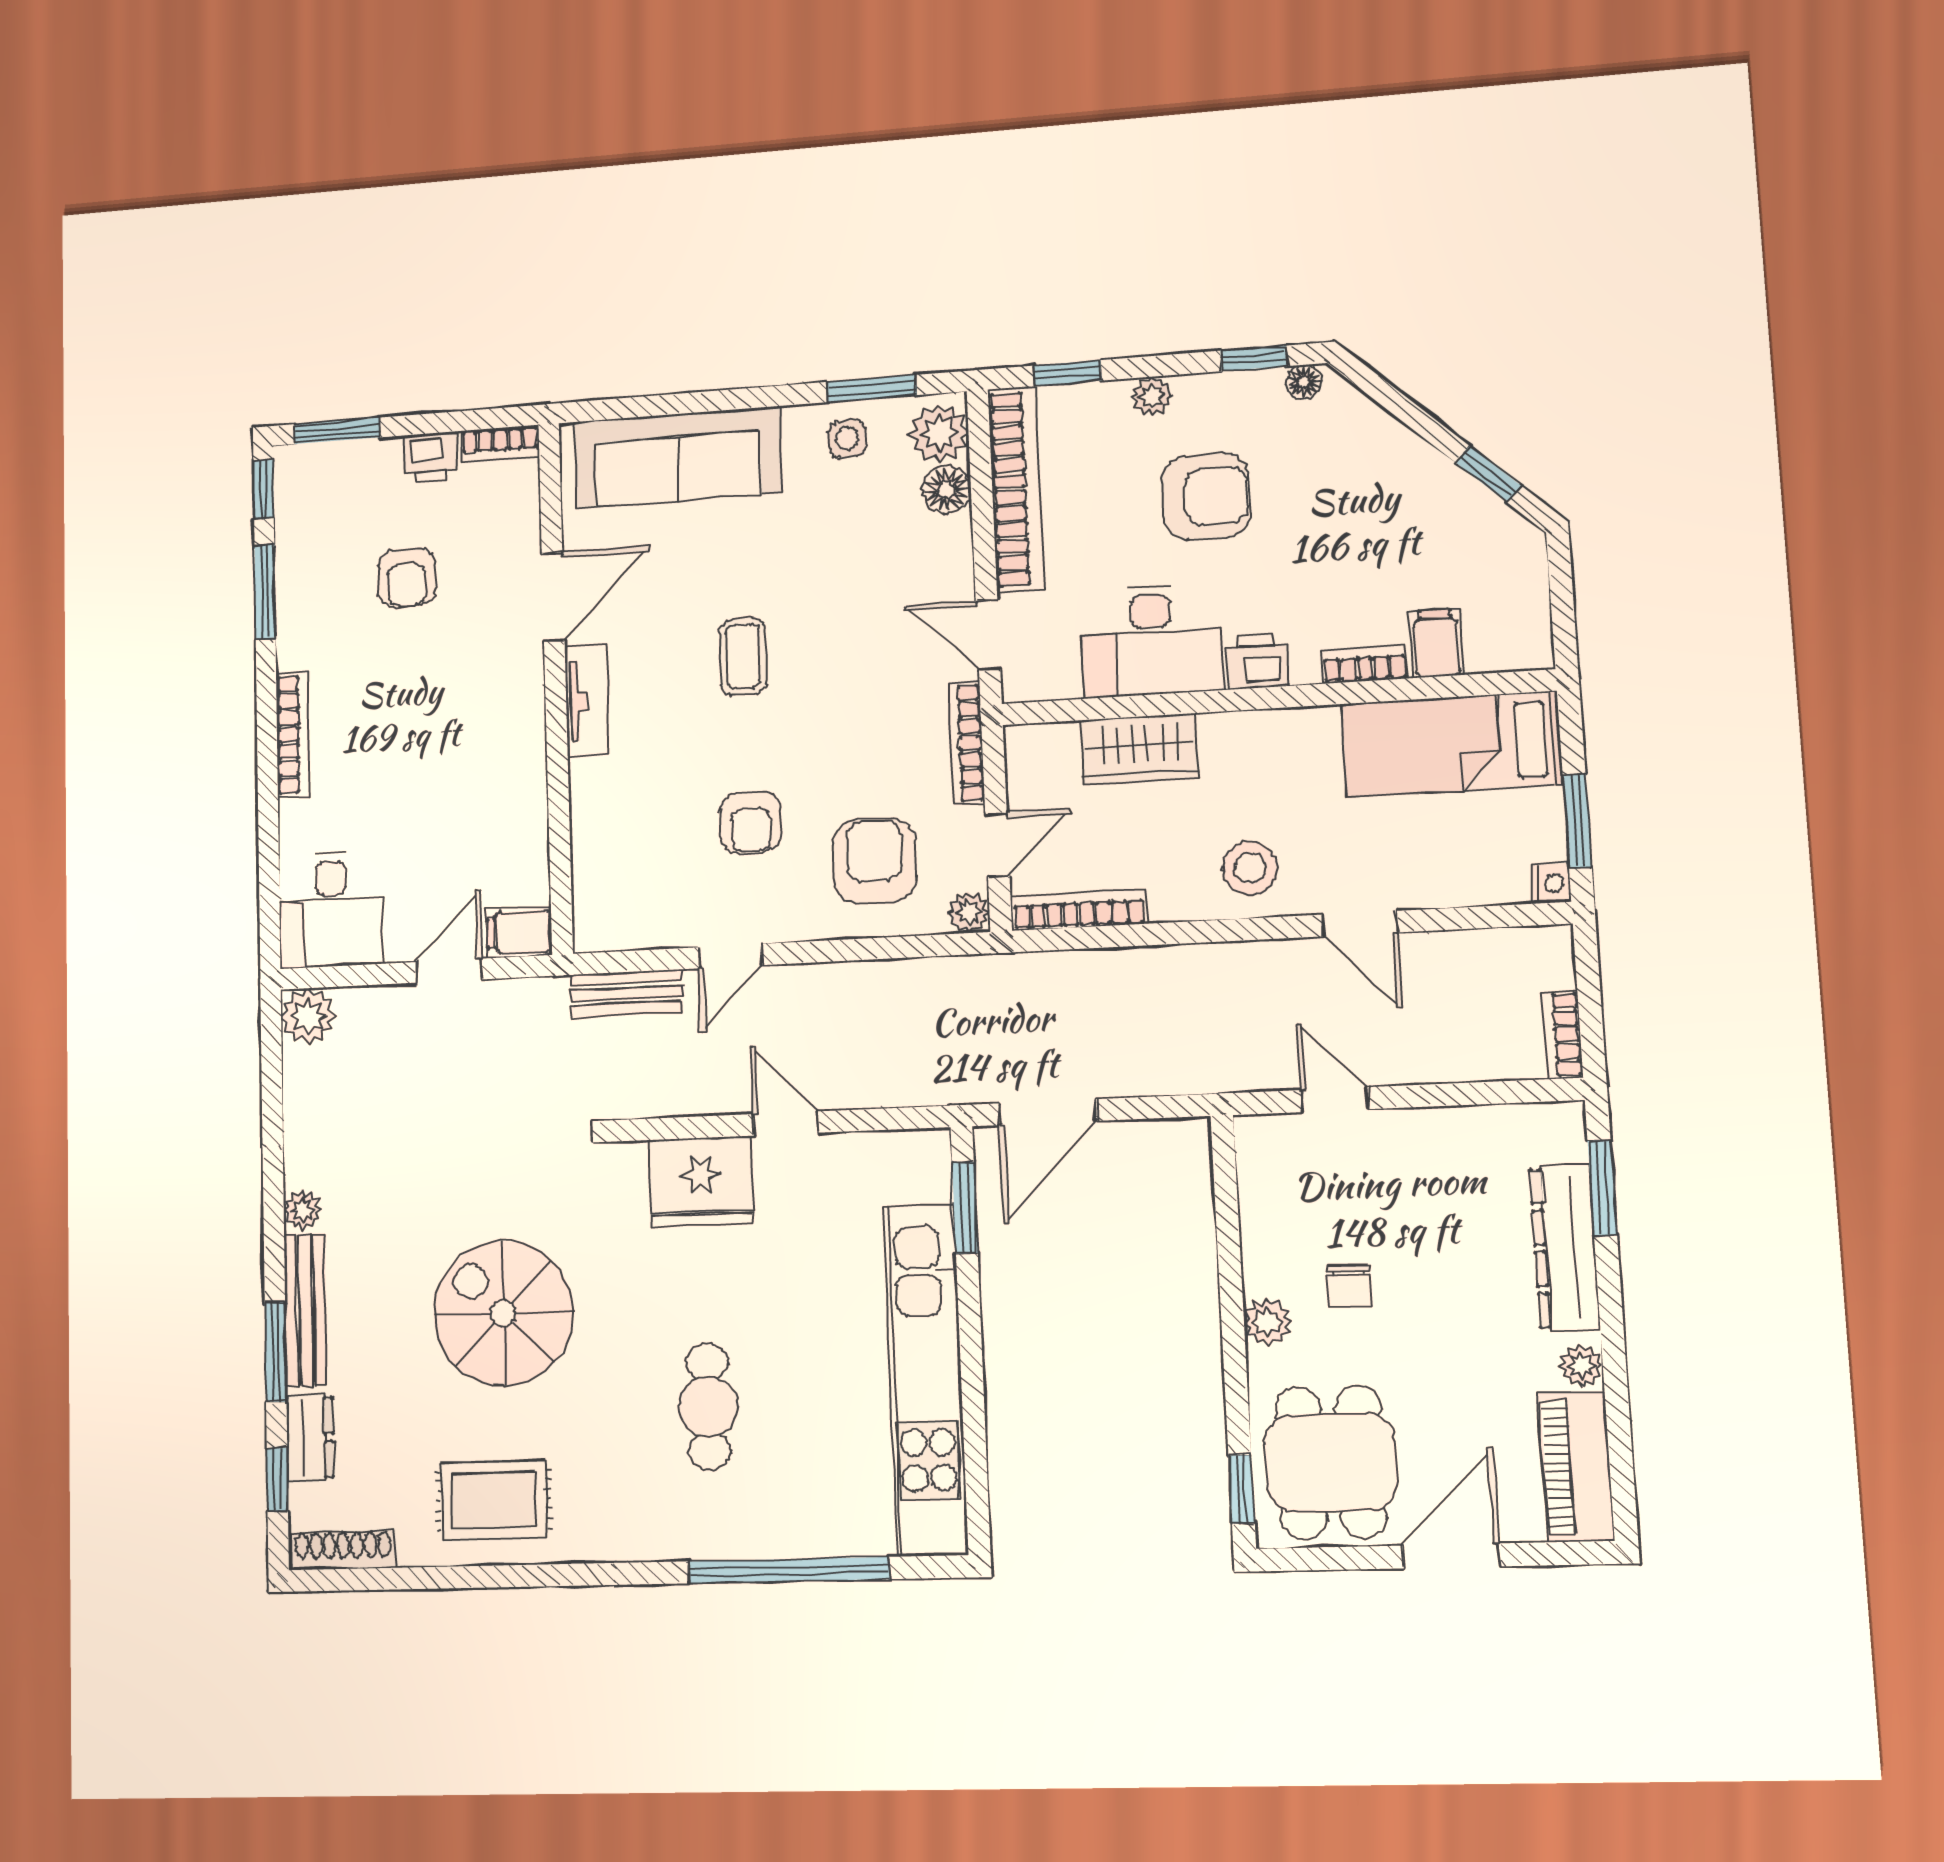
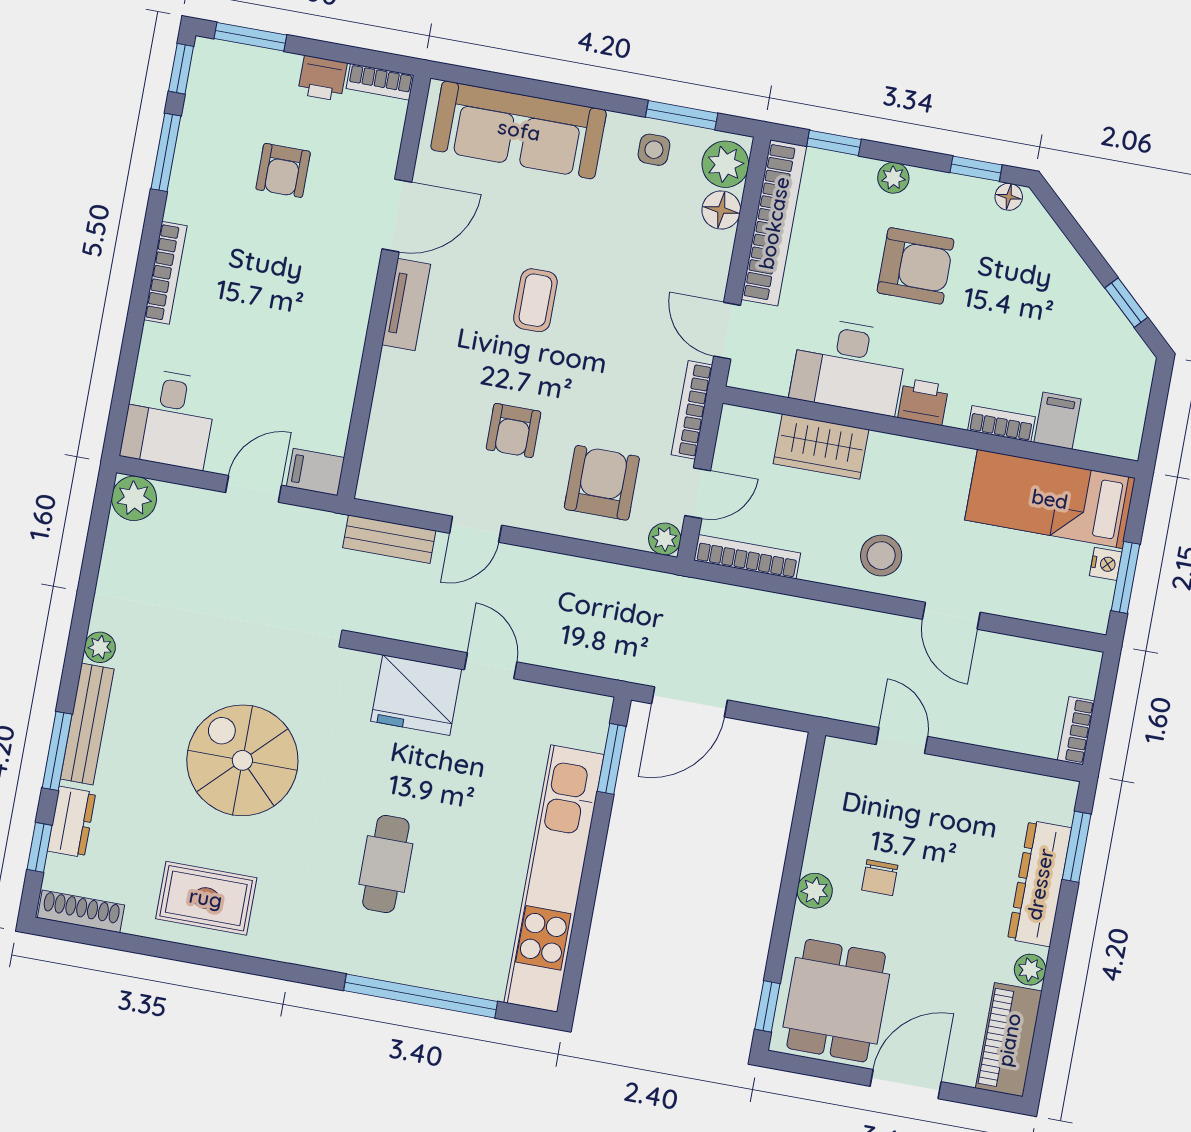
nightstand: (1551, 883) -> (1106, 564), moved

